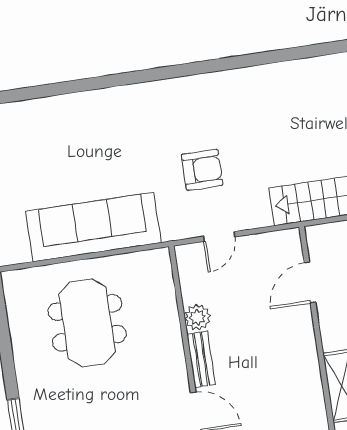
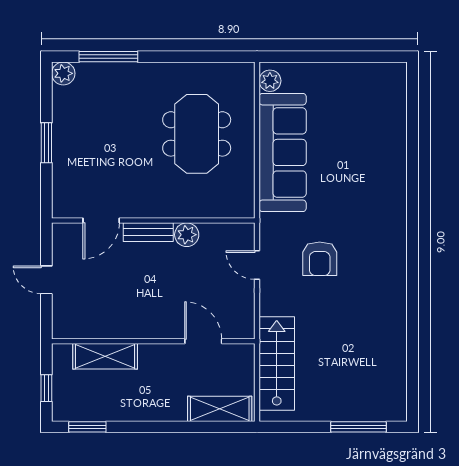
plant: (18, 252) -> (270, 81), added
meeting table: (87, 323) -> (197, 134), turned 90

